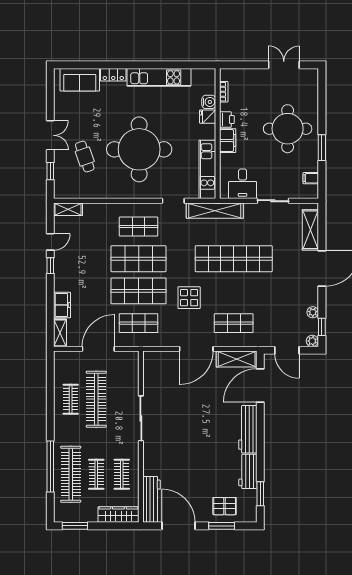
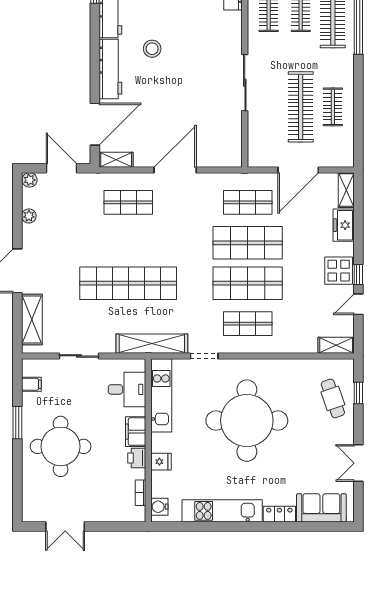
water cooler: (209, 102) -> (159, 507), moved
double door: (50, 135) -> (358, 463), moved
cafe table: (85, 157) -> (333, 398), moved
desk: (243, 184) -> (127, 389), moved, turned 90
display table: (189, 298) -> (339, 271), moved
window: (322, 327) -> (17, 198), removed
shelving: (237, 359) -> (116, 160), width x0.67, depth x0.75
stool: (215, 446) -> (152, 49), added

